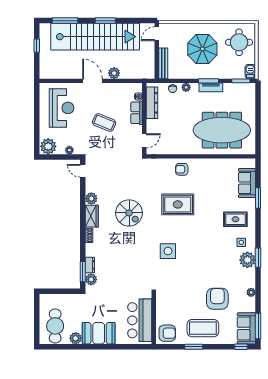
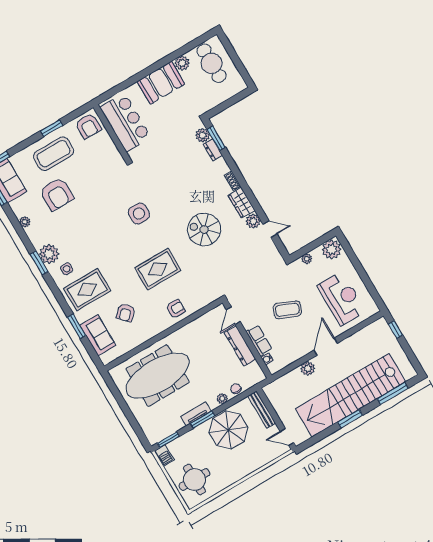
door: (157, 34) -> (287, 437), swing flipped
window: (37, 46) -> (396, 330), moved
parasol: (202, 49) -> (228, 430), moved
door: (93, 81) -> (326, 347), swing flipped
dresser: (152, 103) -> (240, 346), moved
reception desk: (62, 108) -> (342, 299), turned 180
door: (83, 171) -> (270, 229), moved
armchair: (218, 187) -> (126, 313), added
rug: (235, 219) -> (87, 290), width x1.36, depth x1.43
armchair: (167, 333) -> (88, 126), turned -90

